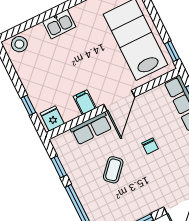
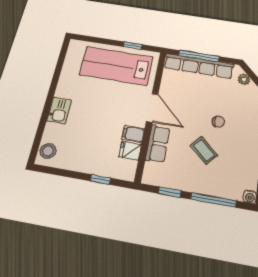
window: (172, 51) -> (133, 46), moved
fridge: (52, 119) -> (130, 151), moved
chair: (150, 146) -> (218, 122), moved

